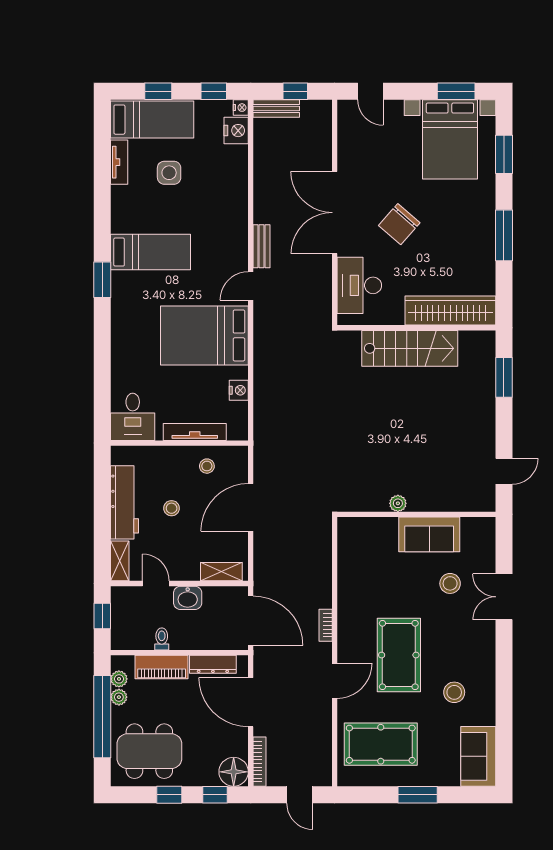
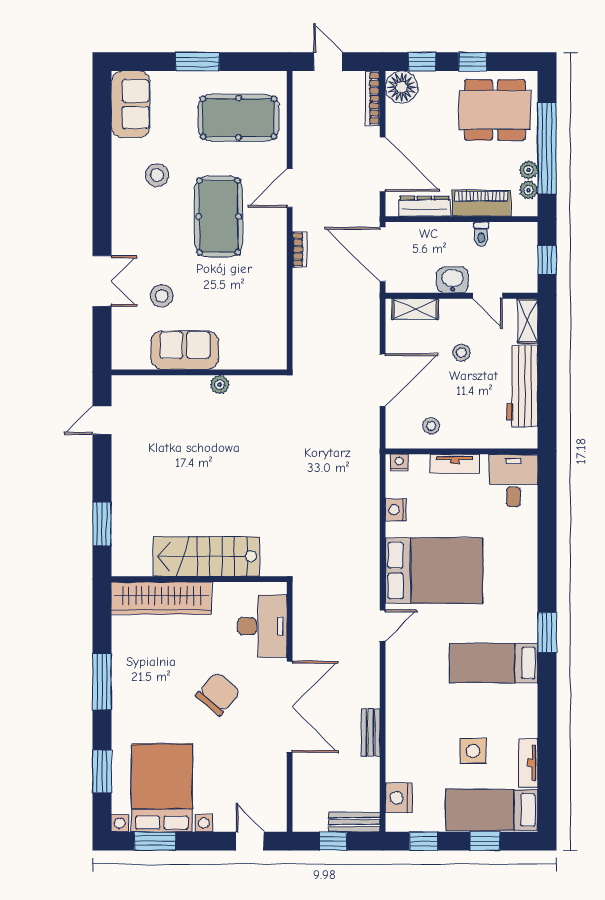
nightstand: (241, 108) -> (399, 462), moved, turned 90
bench: (261, 246) -> (371, 732), moved
tv unit: (195, 432) -> (455, 464), width x0.71
stool: (172, 508) -> (461, 353), moved

